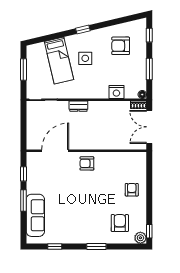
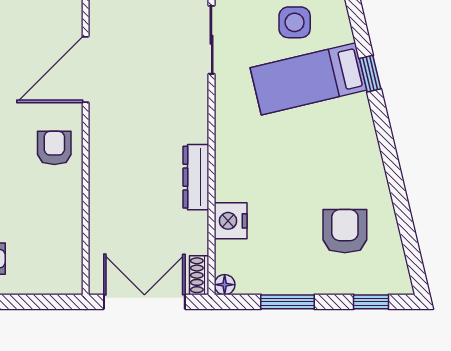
window: (83, 29) -> (370, 74), moved
side table: (85, 58) -> (295, 22), moved
dresser: (78, 106) -> (196, 177), moved, width x1.44
door: (55, 151) -> (86, 69), swing flipped

